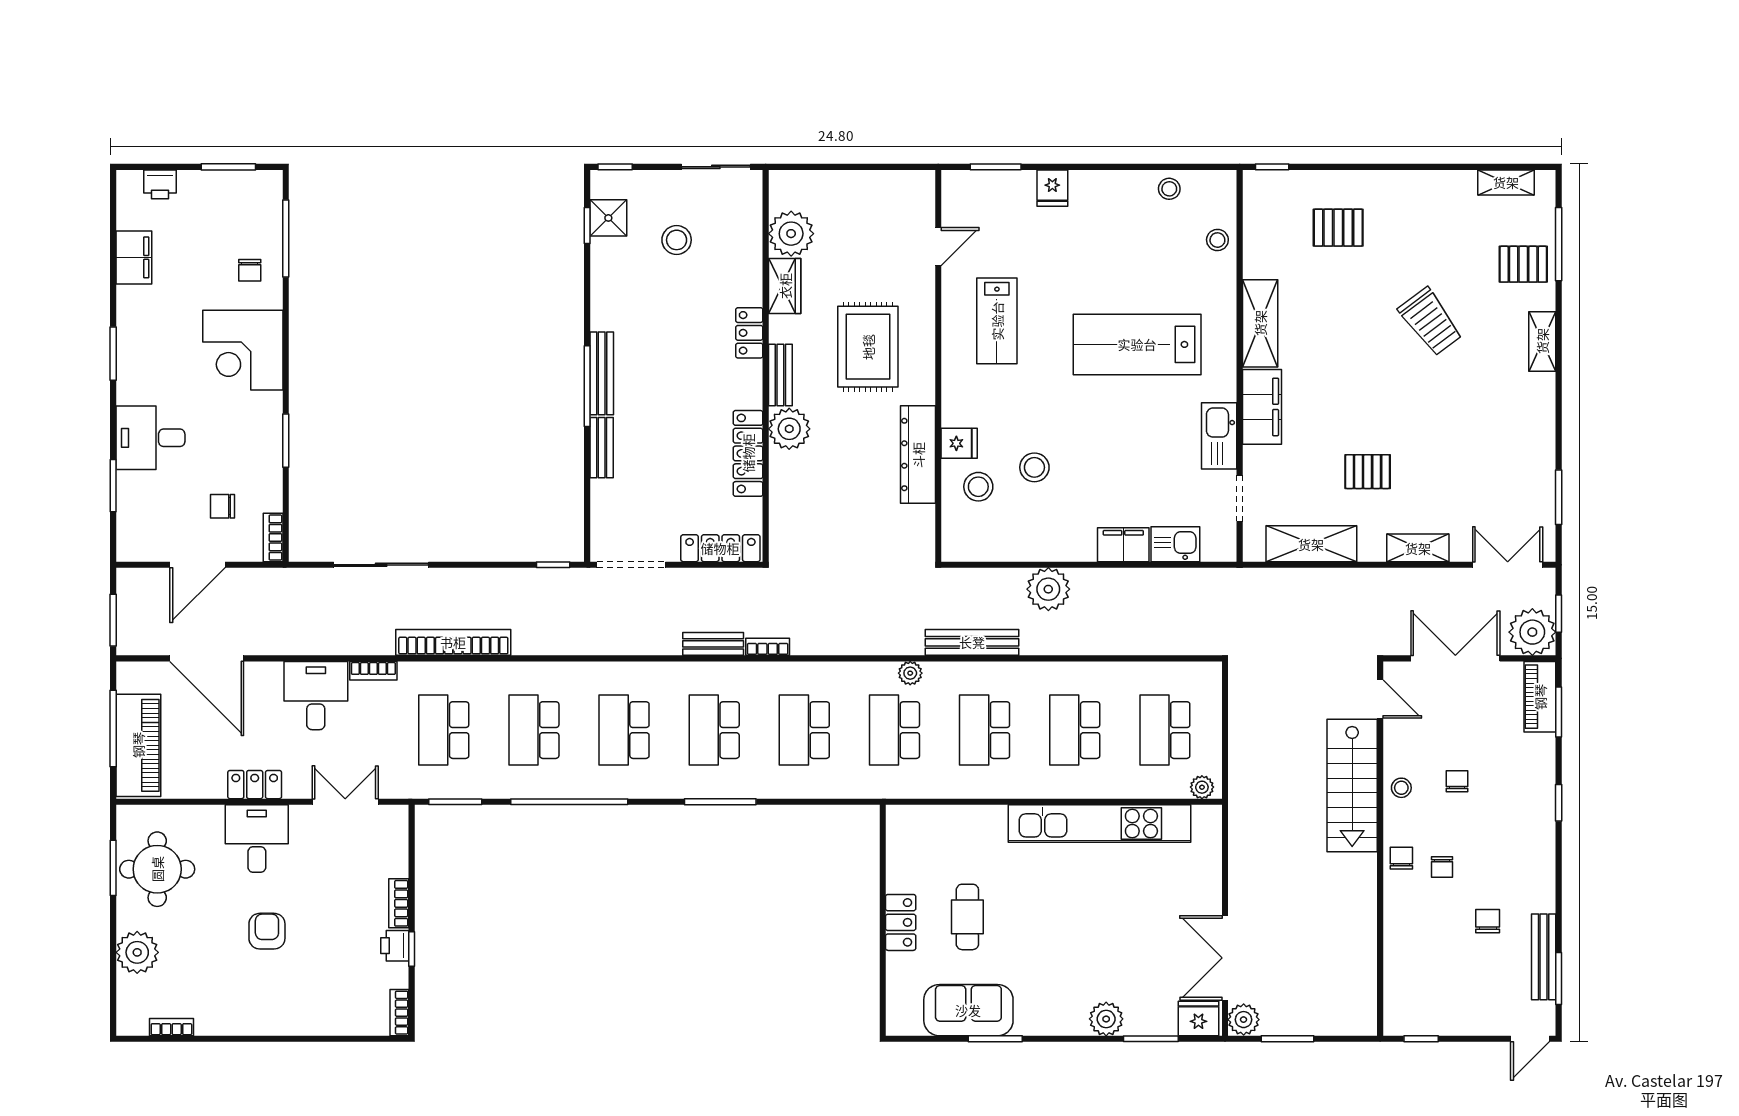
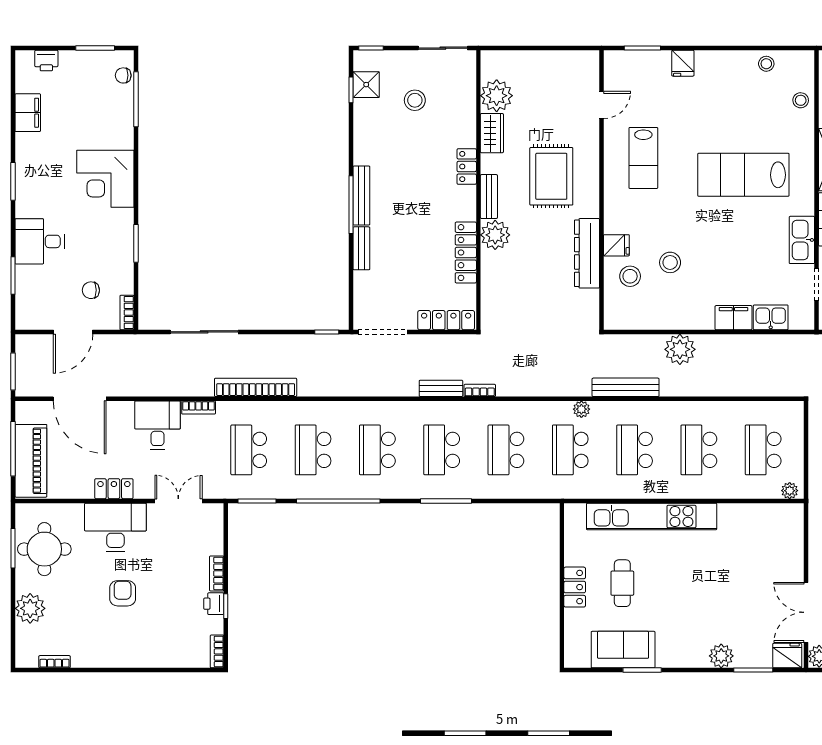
chair: (250, 270) -> (123, 75), moved, turned 90
kitchen unit: (1099, 824) -> (652, 517), moved
desk: (257, 839) -> (115, 527), width x1.37

